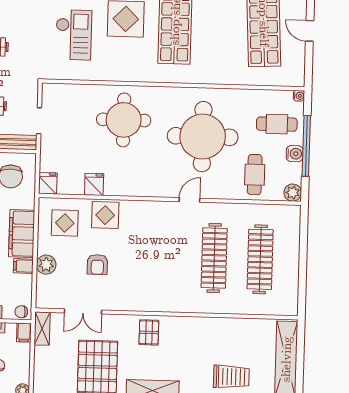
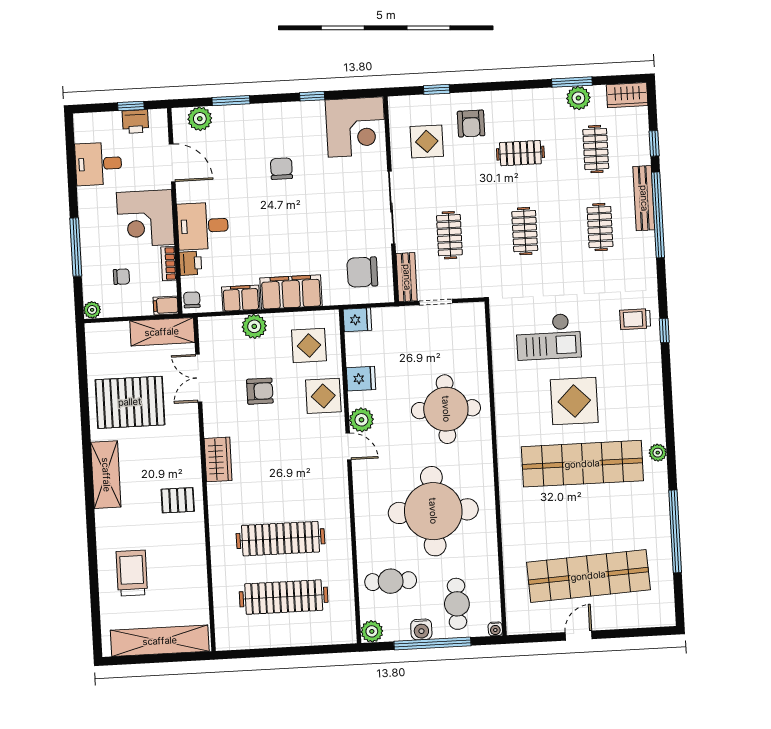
plant: (126, 187) -> (361, 420), added
door: (189, 200) -> (349, 446), moved
armchair: (97, 264) -> (260, 391), turned 180
filing cabinet: (23, 266) -> (241, 298), width x2.00
wardrobe: (148, 302) -> (218, 459), added
shelving: (42, 329) -> (162, 332), width x1.50, depth x1.33
pallet: (149, 332) -> (178, 500), moved
trolley: (231, 377) -> (132, 573), turned 180

